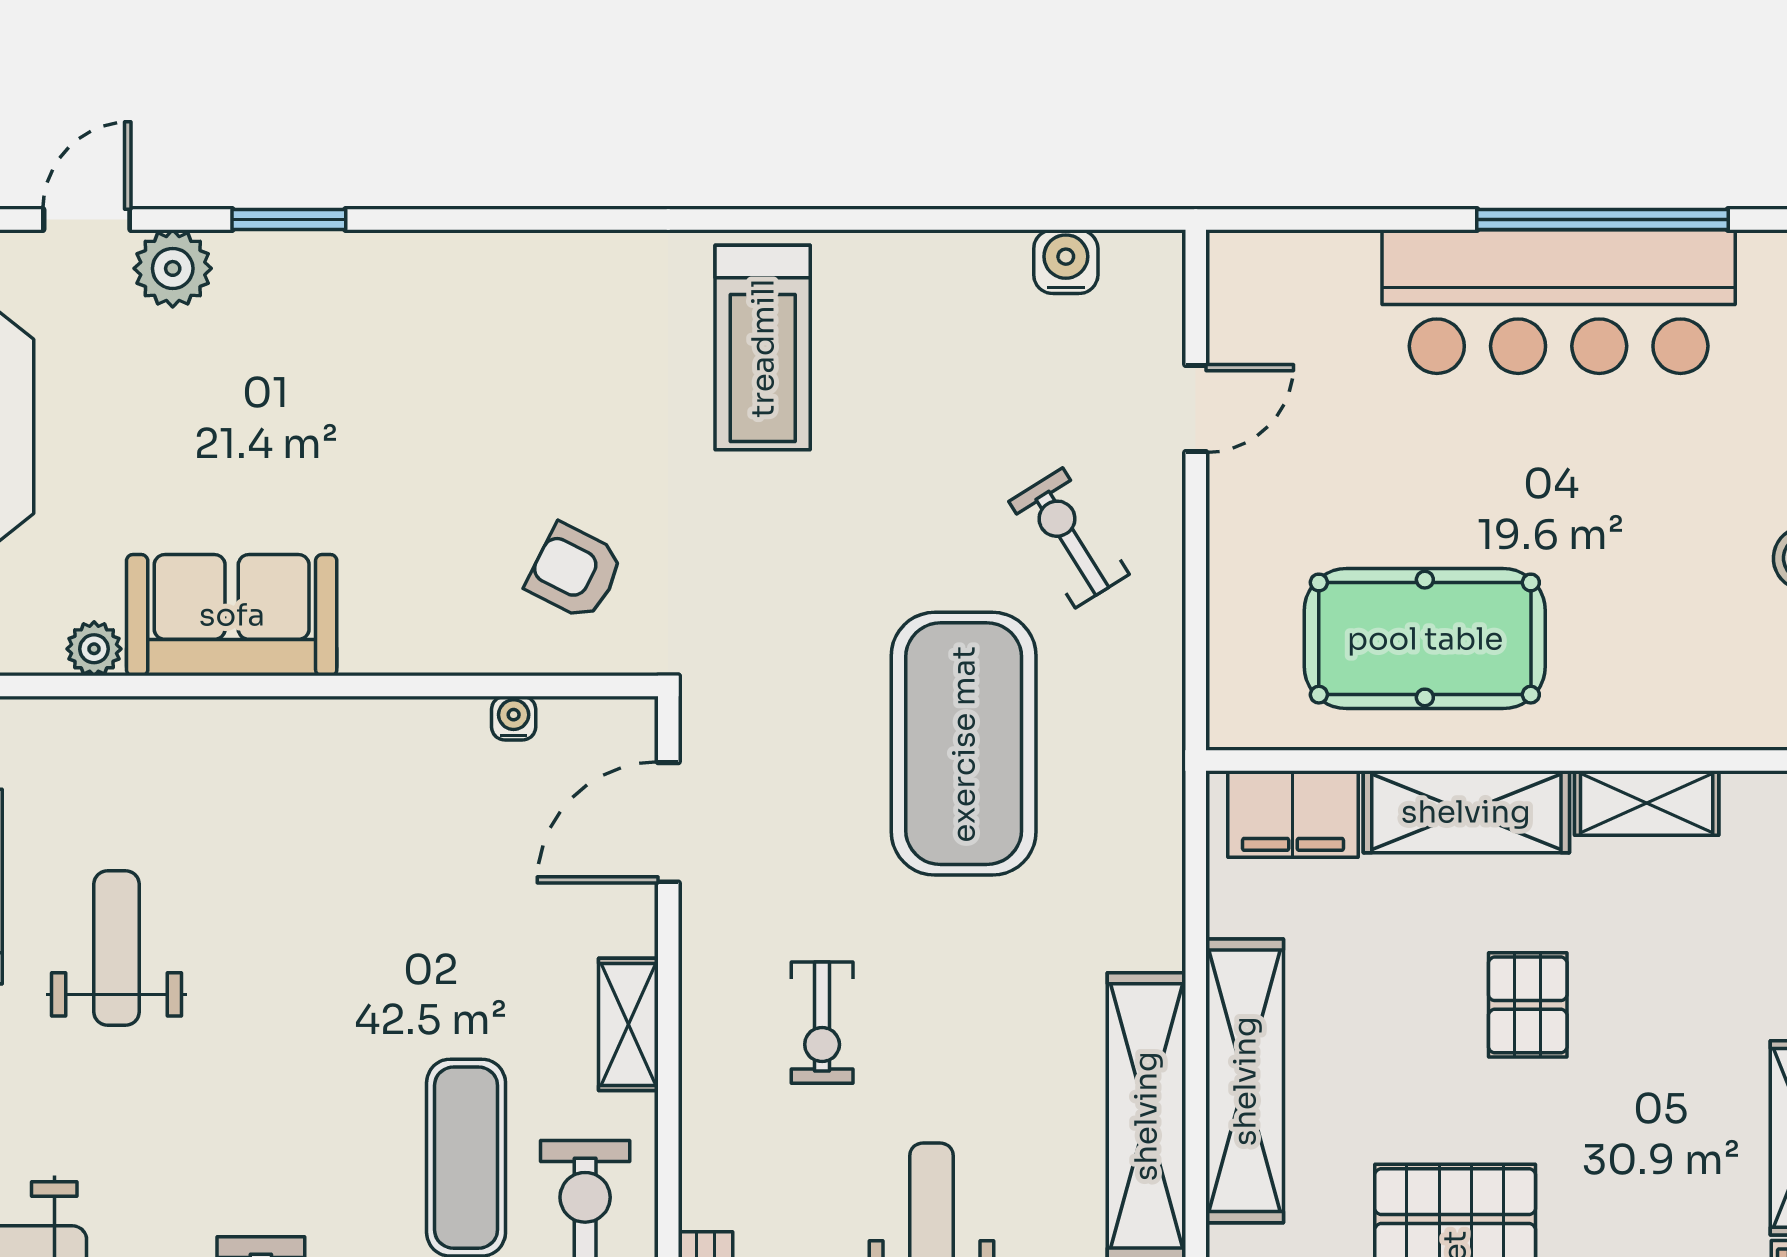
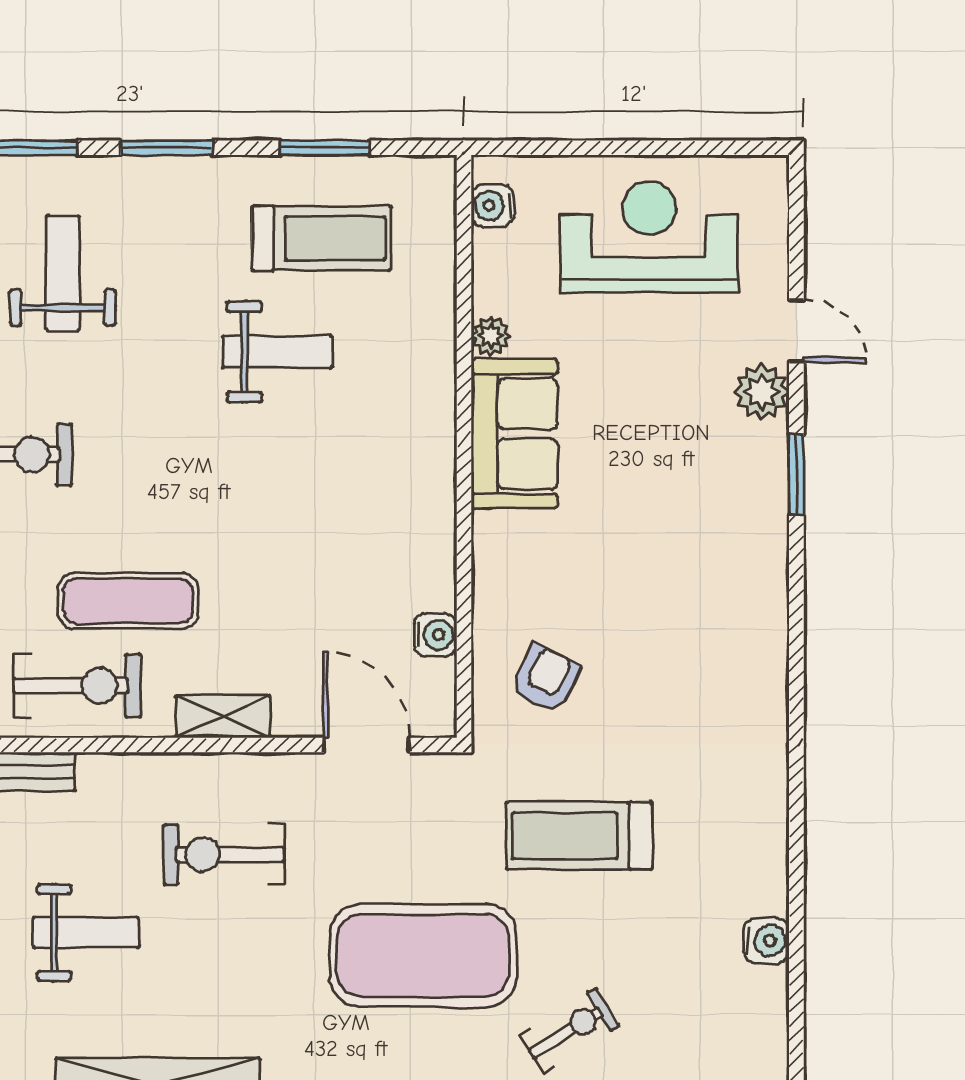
water cooler: (1066, 262) -> (766, 941), moved
treadmill: (763, 348) -> (579, 836), moved
water cooler: (514, 718) -> (435, 635), width x1.38, depth x1.38
exercise bike: (822, 1023) -> (224, 855), width x1.38, depth x1.39

